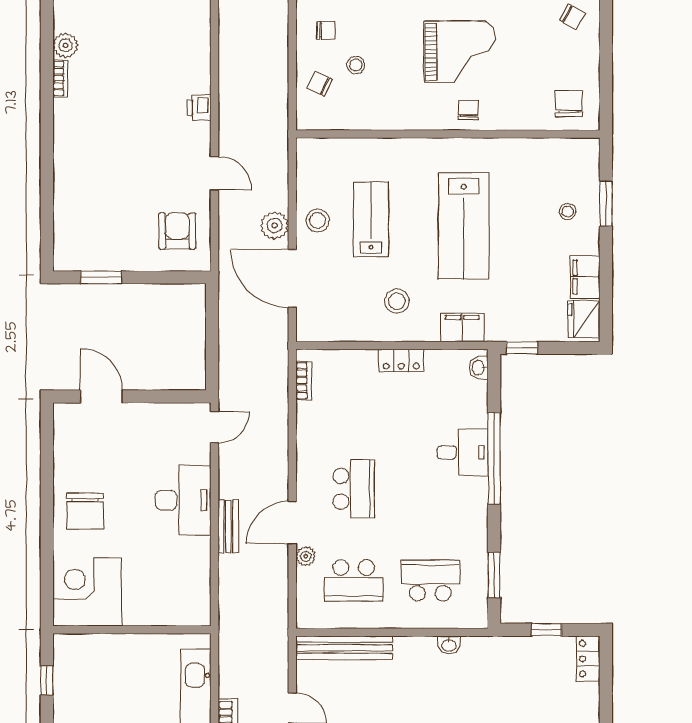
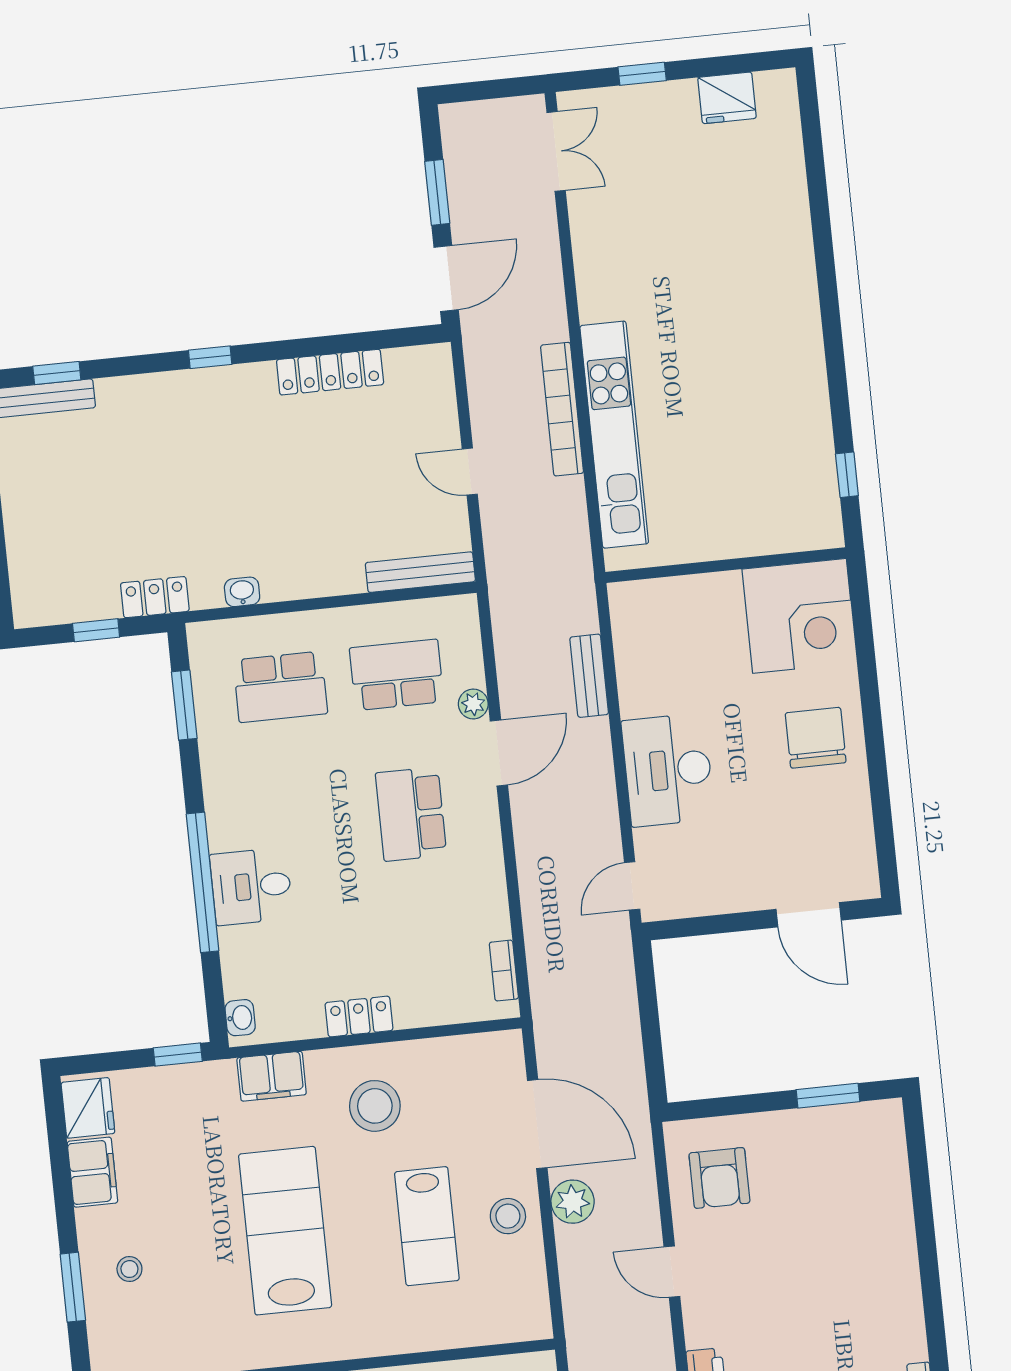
stool: (397, 301) -> (375, 1106), width x1.38, depth x1.38
bench: (228, 526) -> (589, 676), moved
bench: (344, 648) -> (420, 572), width x0.73, depth x0.82
locker: (588, 659) -> (155, 597), moved, turned -90

